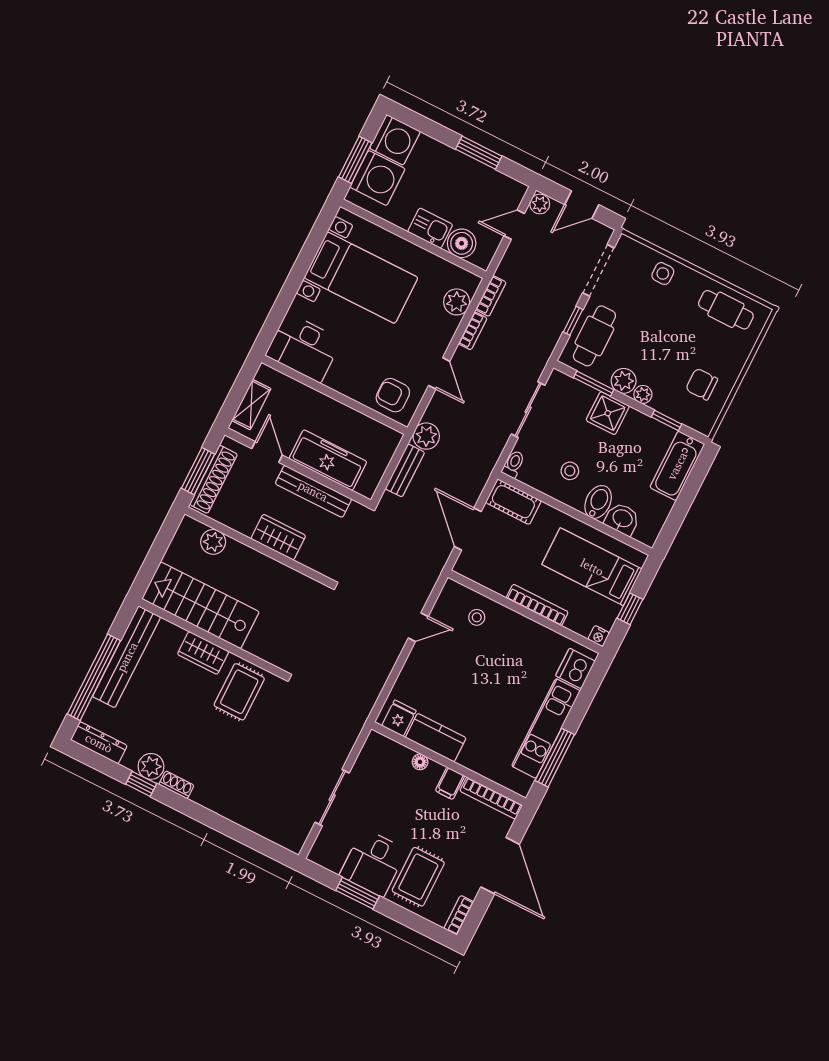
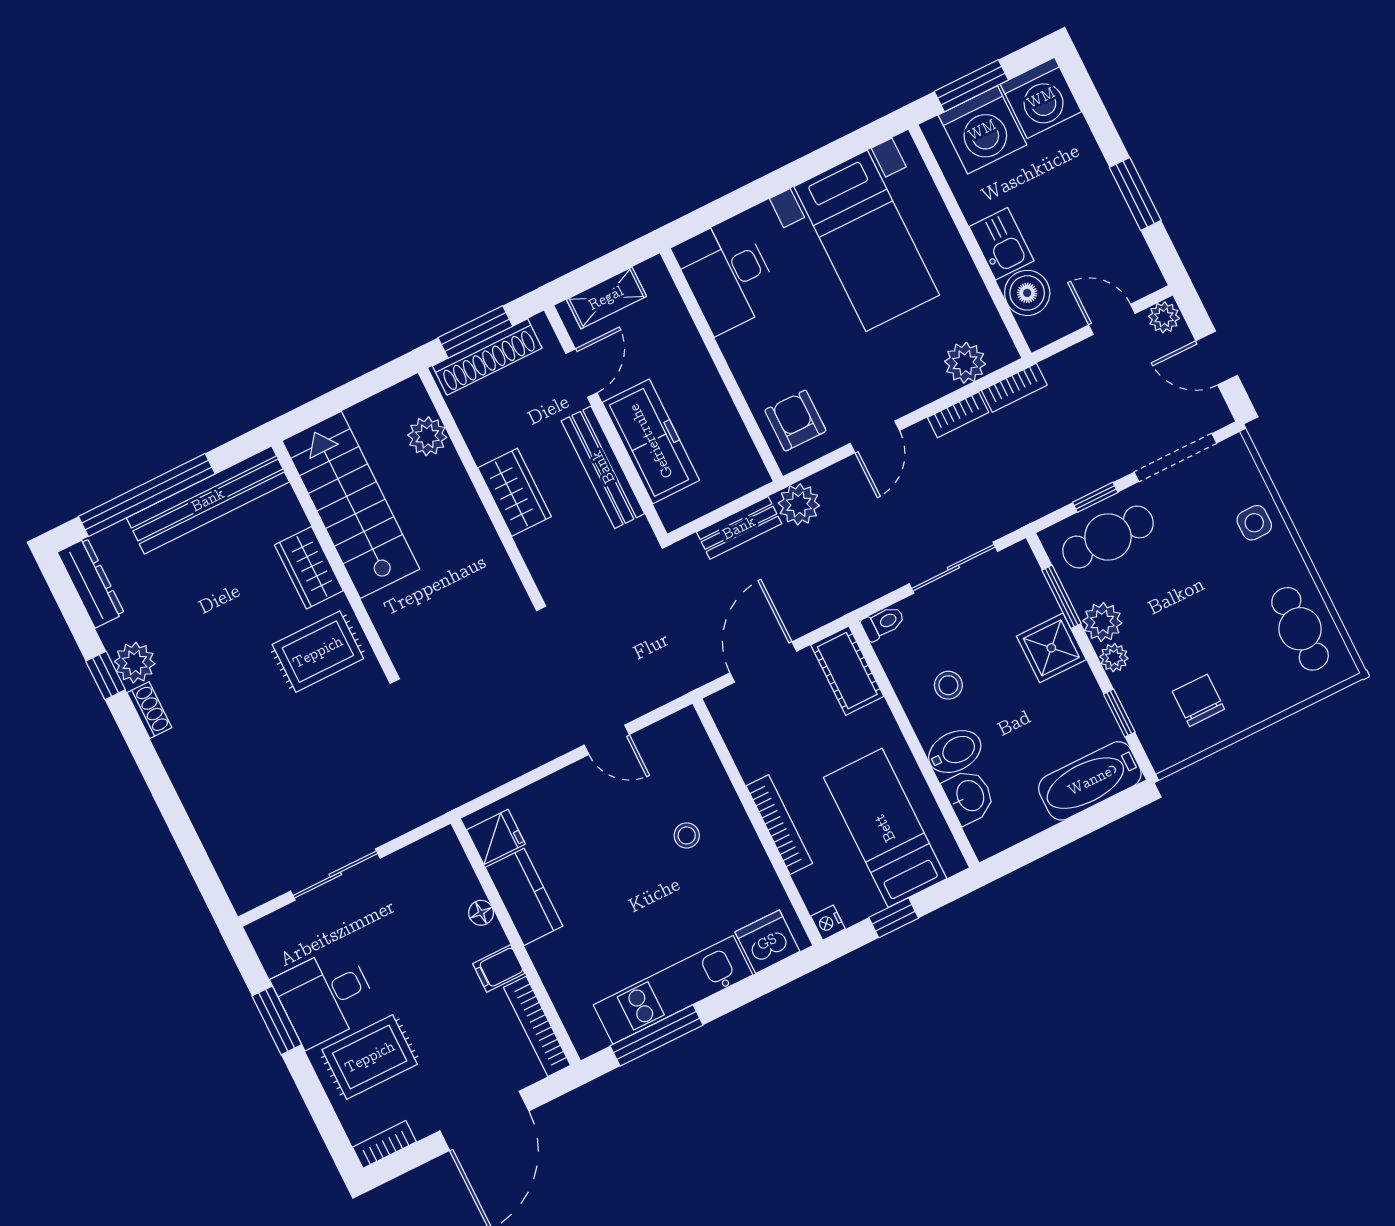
stool: (477, 617) -> (687, 835), moved

